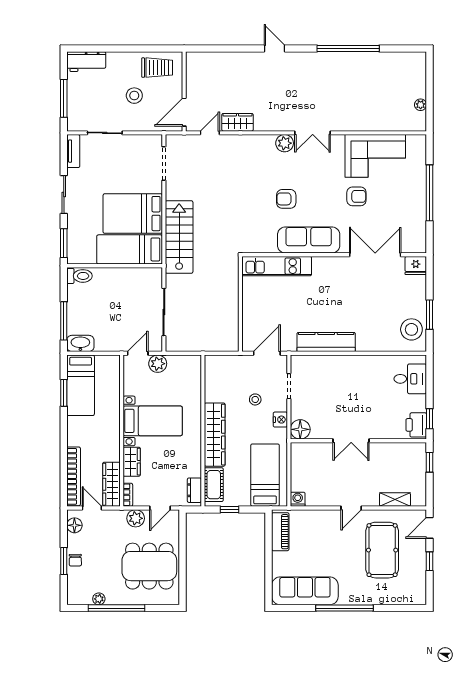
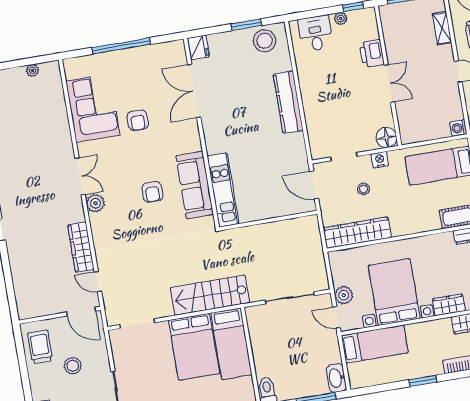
wardrobe: (237, 122) -> (81, 247), width x1.50
armchair: (356, 196) -> (138, 120), turned 180
sofa: (309, 240) -> (195, 185), moved
kitchen counter: (326, 342) -> (288, 102), moved
bed: (81, 385) -> (375, 344), moved
window: (64, 393) -> (423, 381), moved
plant: (420, 405) -> (341, 19), added
bed with nightstands: (153, 421) -> (394, 292), width x1.36
printer: (416, 425) -> (372, 54), moved, turned 90
wardrobe: (215, 435) -> (357, 233), moved

